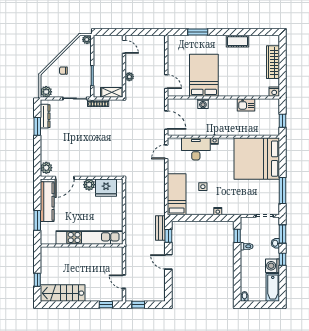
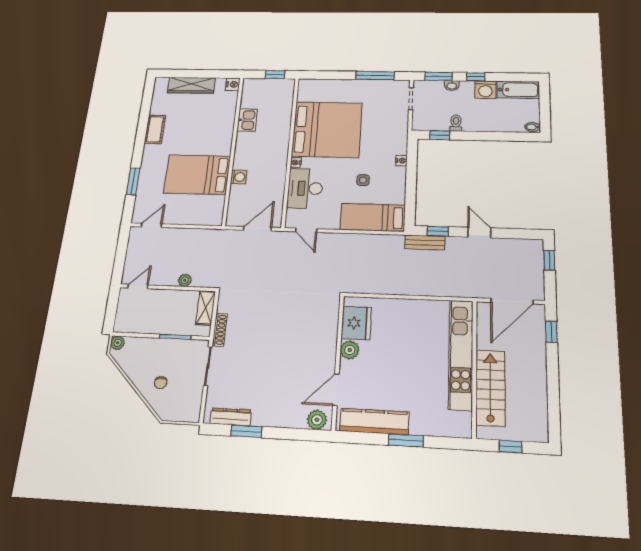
door: (166, 82) -> (151, 225), moved
plant: (46, 92) -> (191, 413), removed
bed: (257, 159) -> (327, 130), moved, turned -90
door: (65, 178) -> (336, 390), swing flipped
kitchen unit: (89, 237) -> (461, 354), moved
wall: (82, 245) -> (474, 368), moved
door: (168, 262) -> (479, 233), swing flipped
door: (124, 282) -> (512, 301), width x1.87
stairs: (63, 293) -> (490, 388), moved, turned 180
window: (138, 305) -> (549, 260), moved

